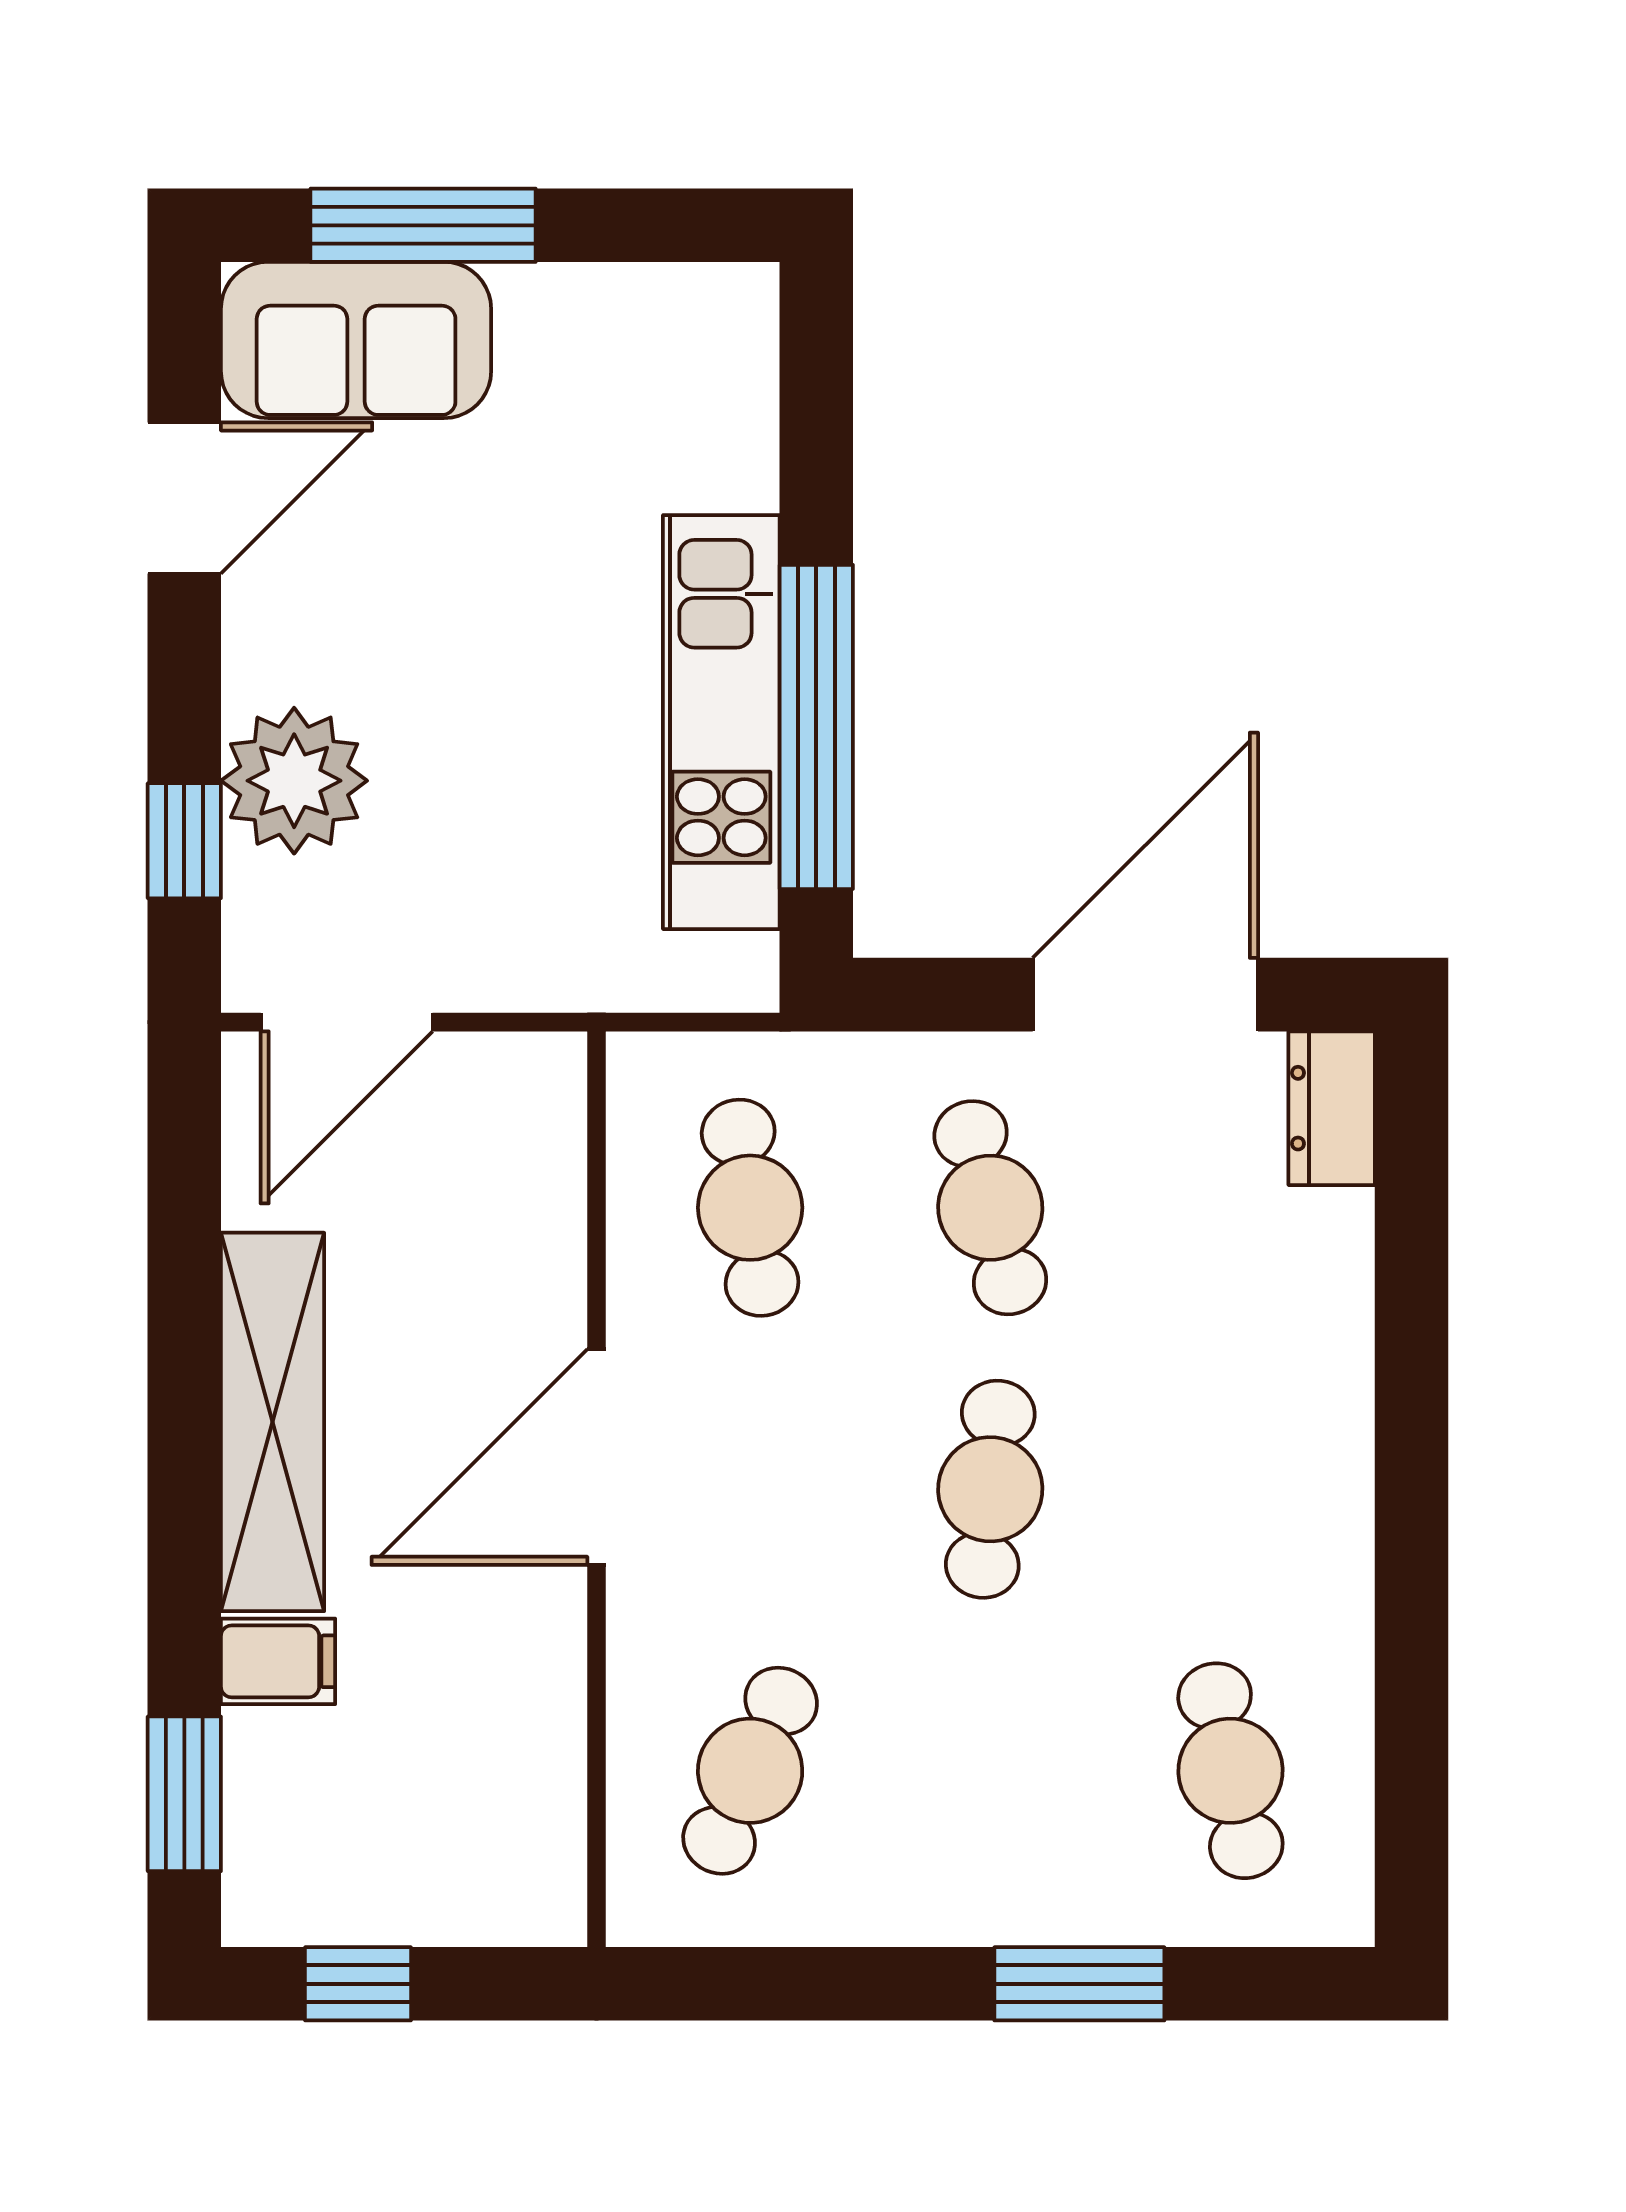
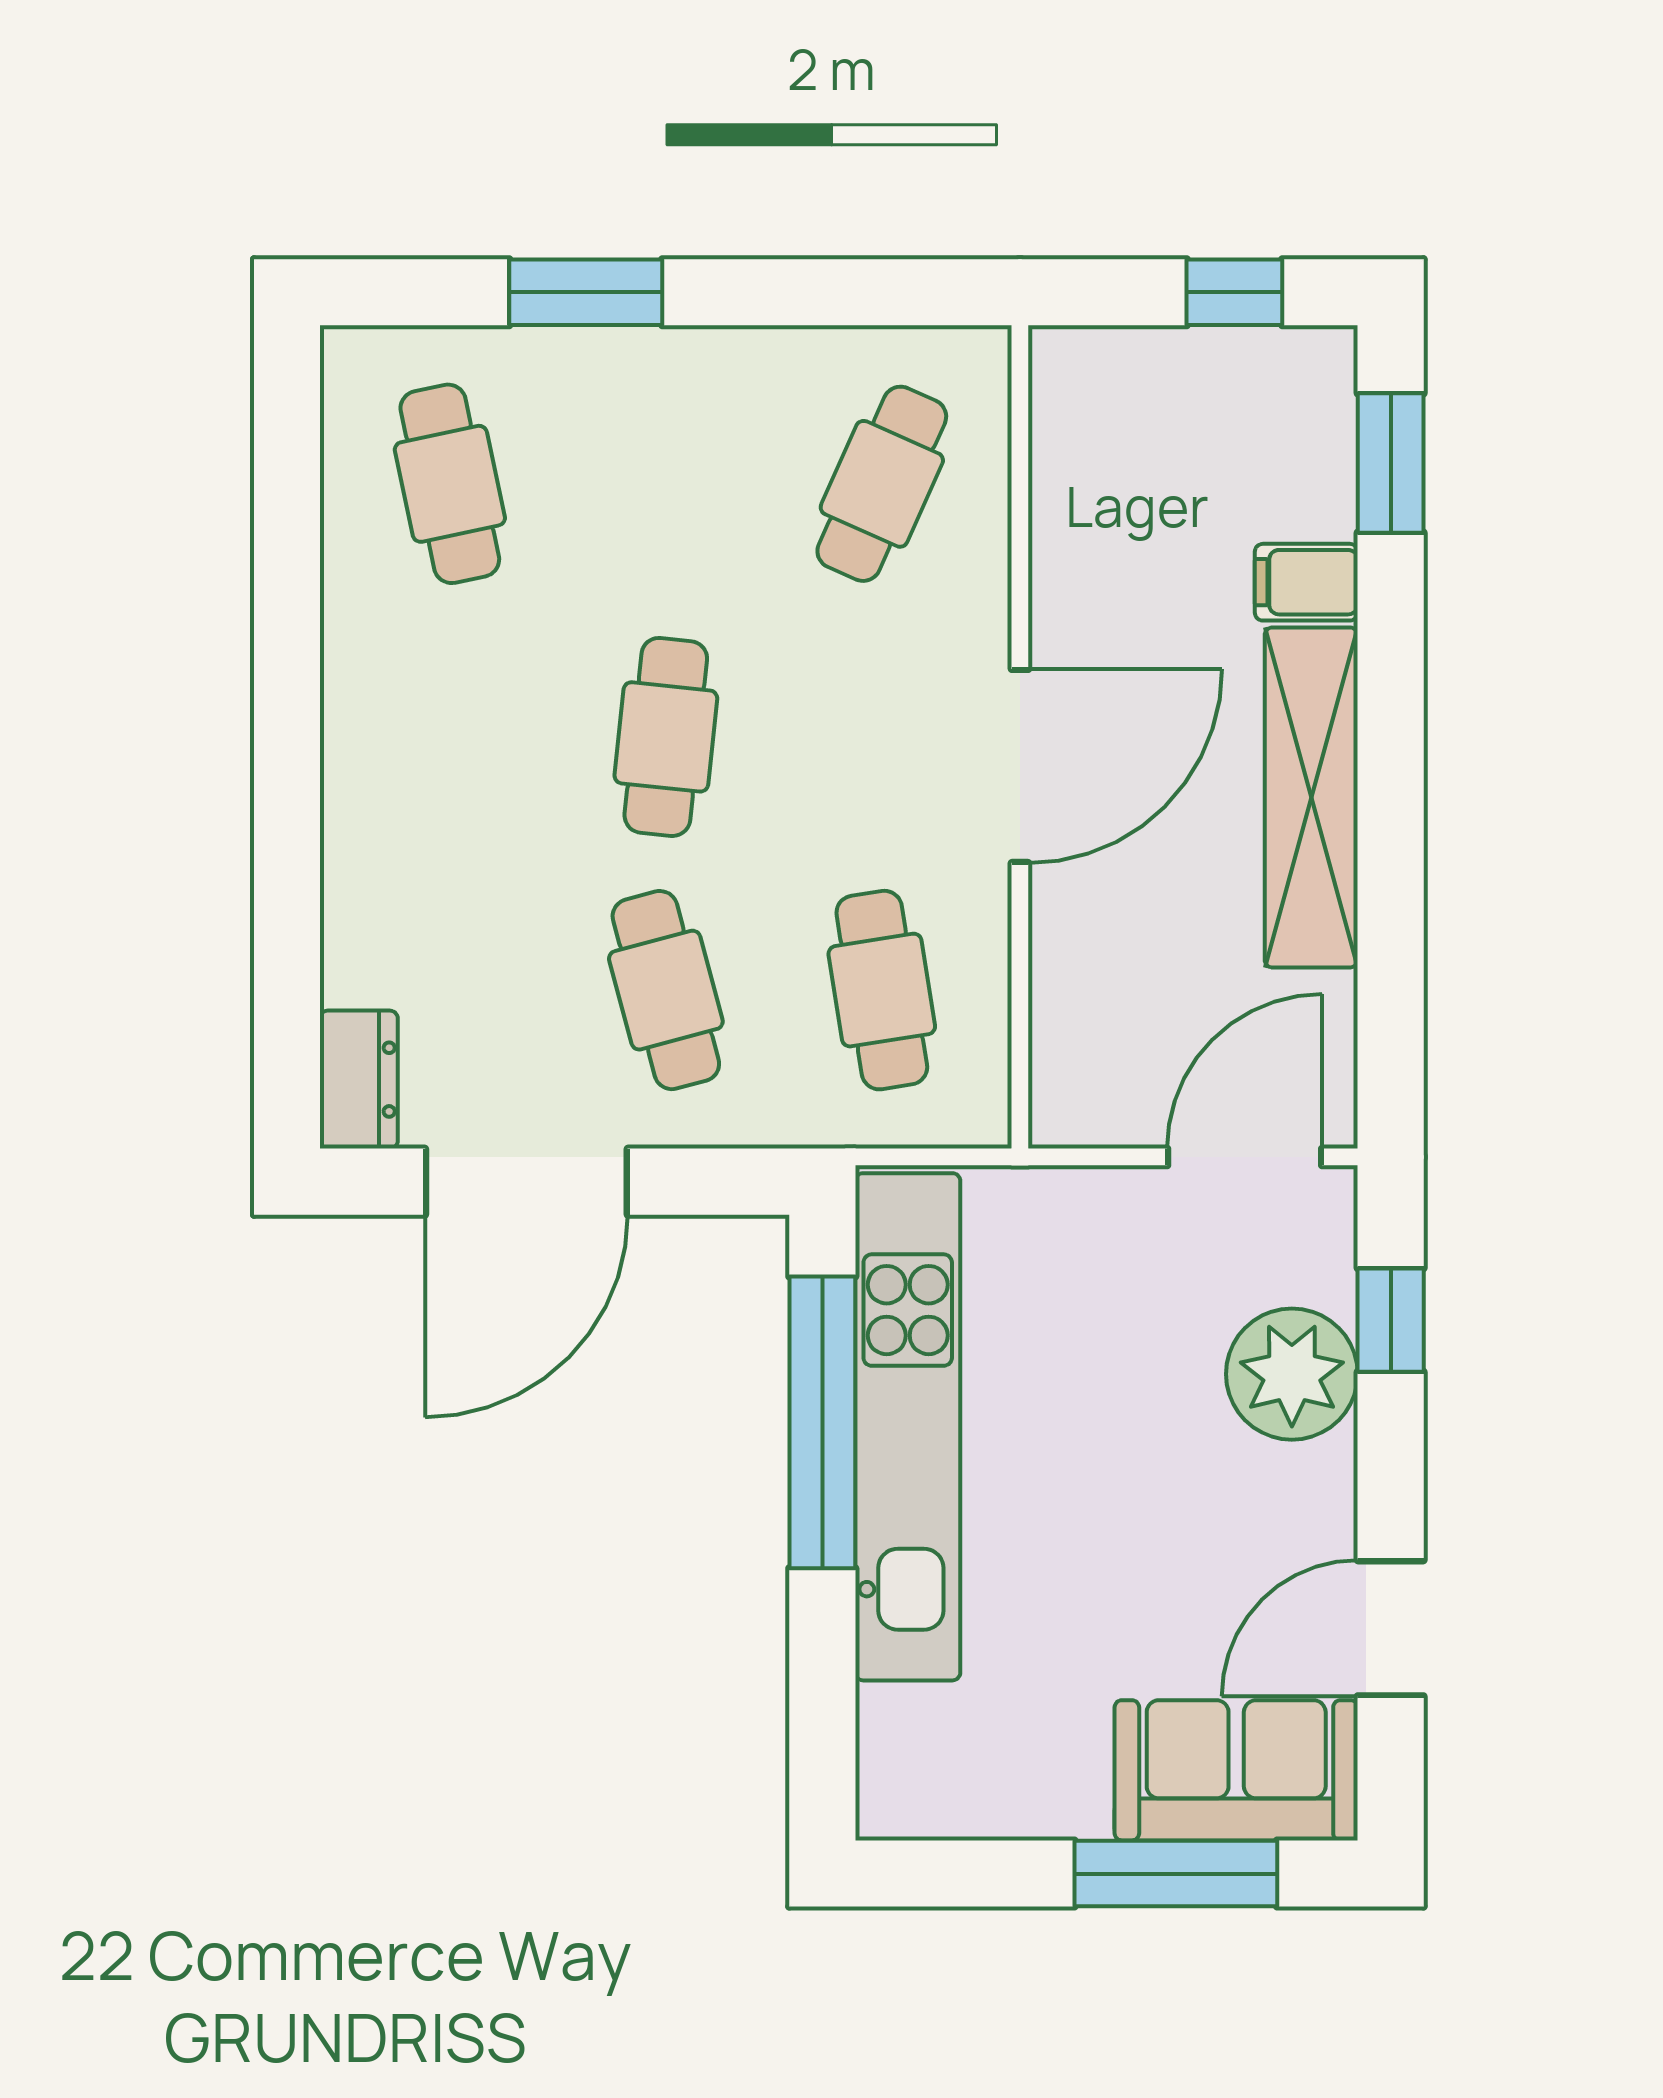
kitchen unit: (721, 722) -> (908, 1427), width x1.36

